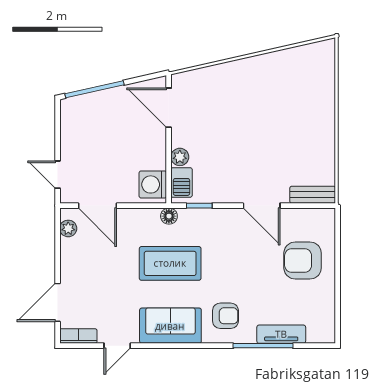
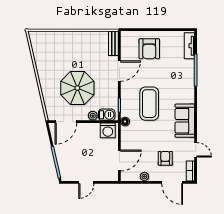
parasol: (231, 129) -> (77, 88), added
door: (58, 175) -> (86, 182), moved
plant: (68, 228) -> (144, 177), moved
coffee table: (170, 263) -> (149, 104), moved
armchair: (225, 316) -> (165, 158), moved
tv unit: (281, 334) -> (189, 46), moved

